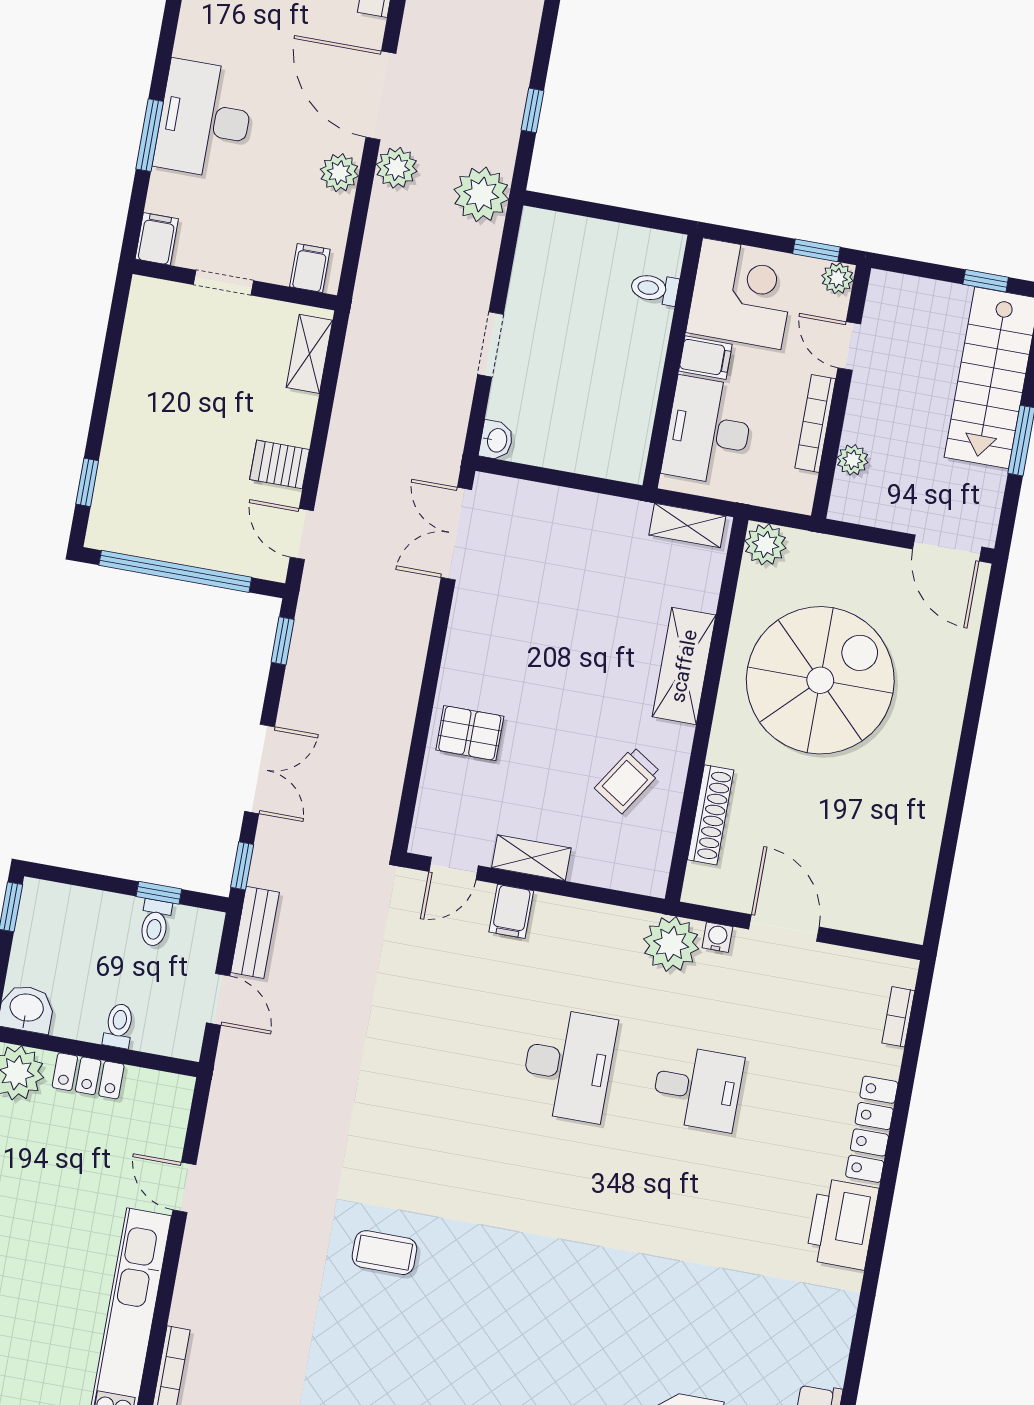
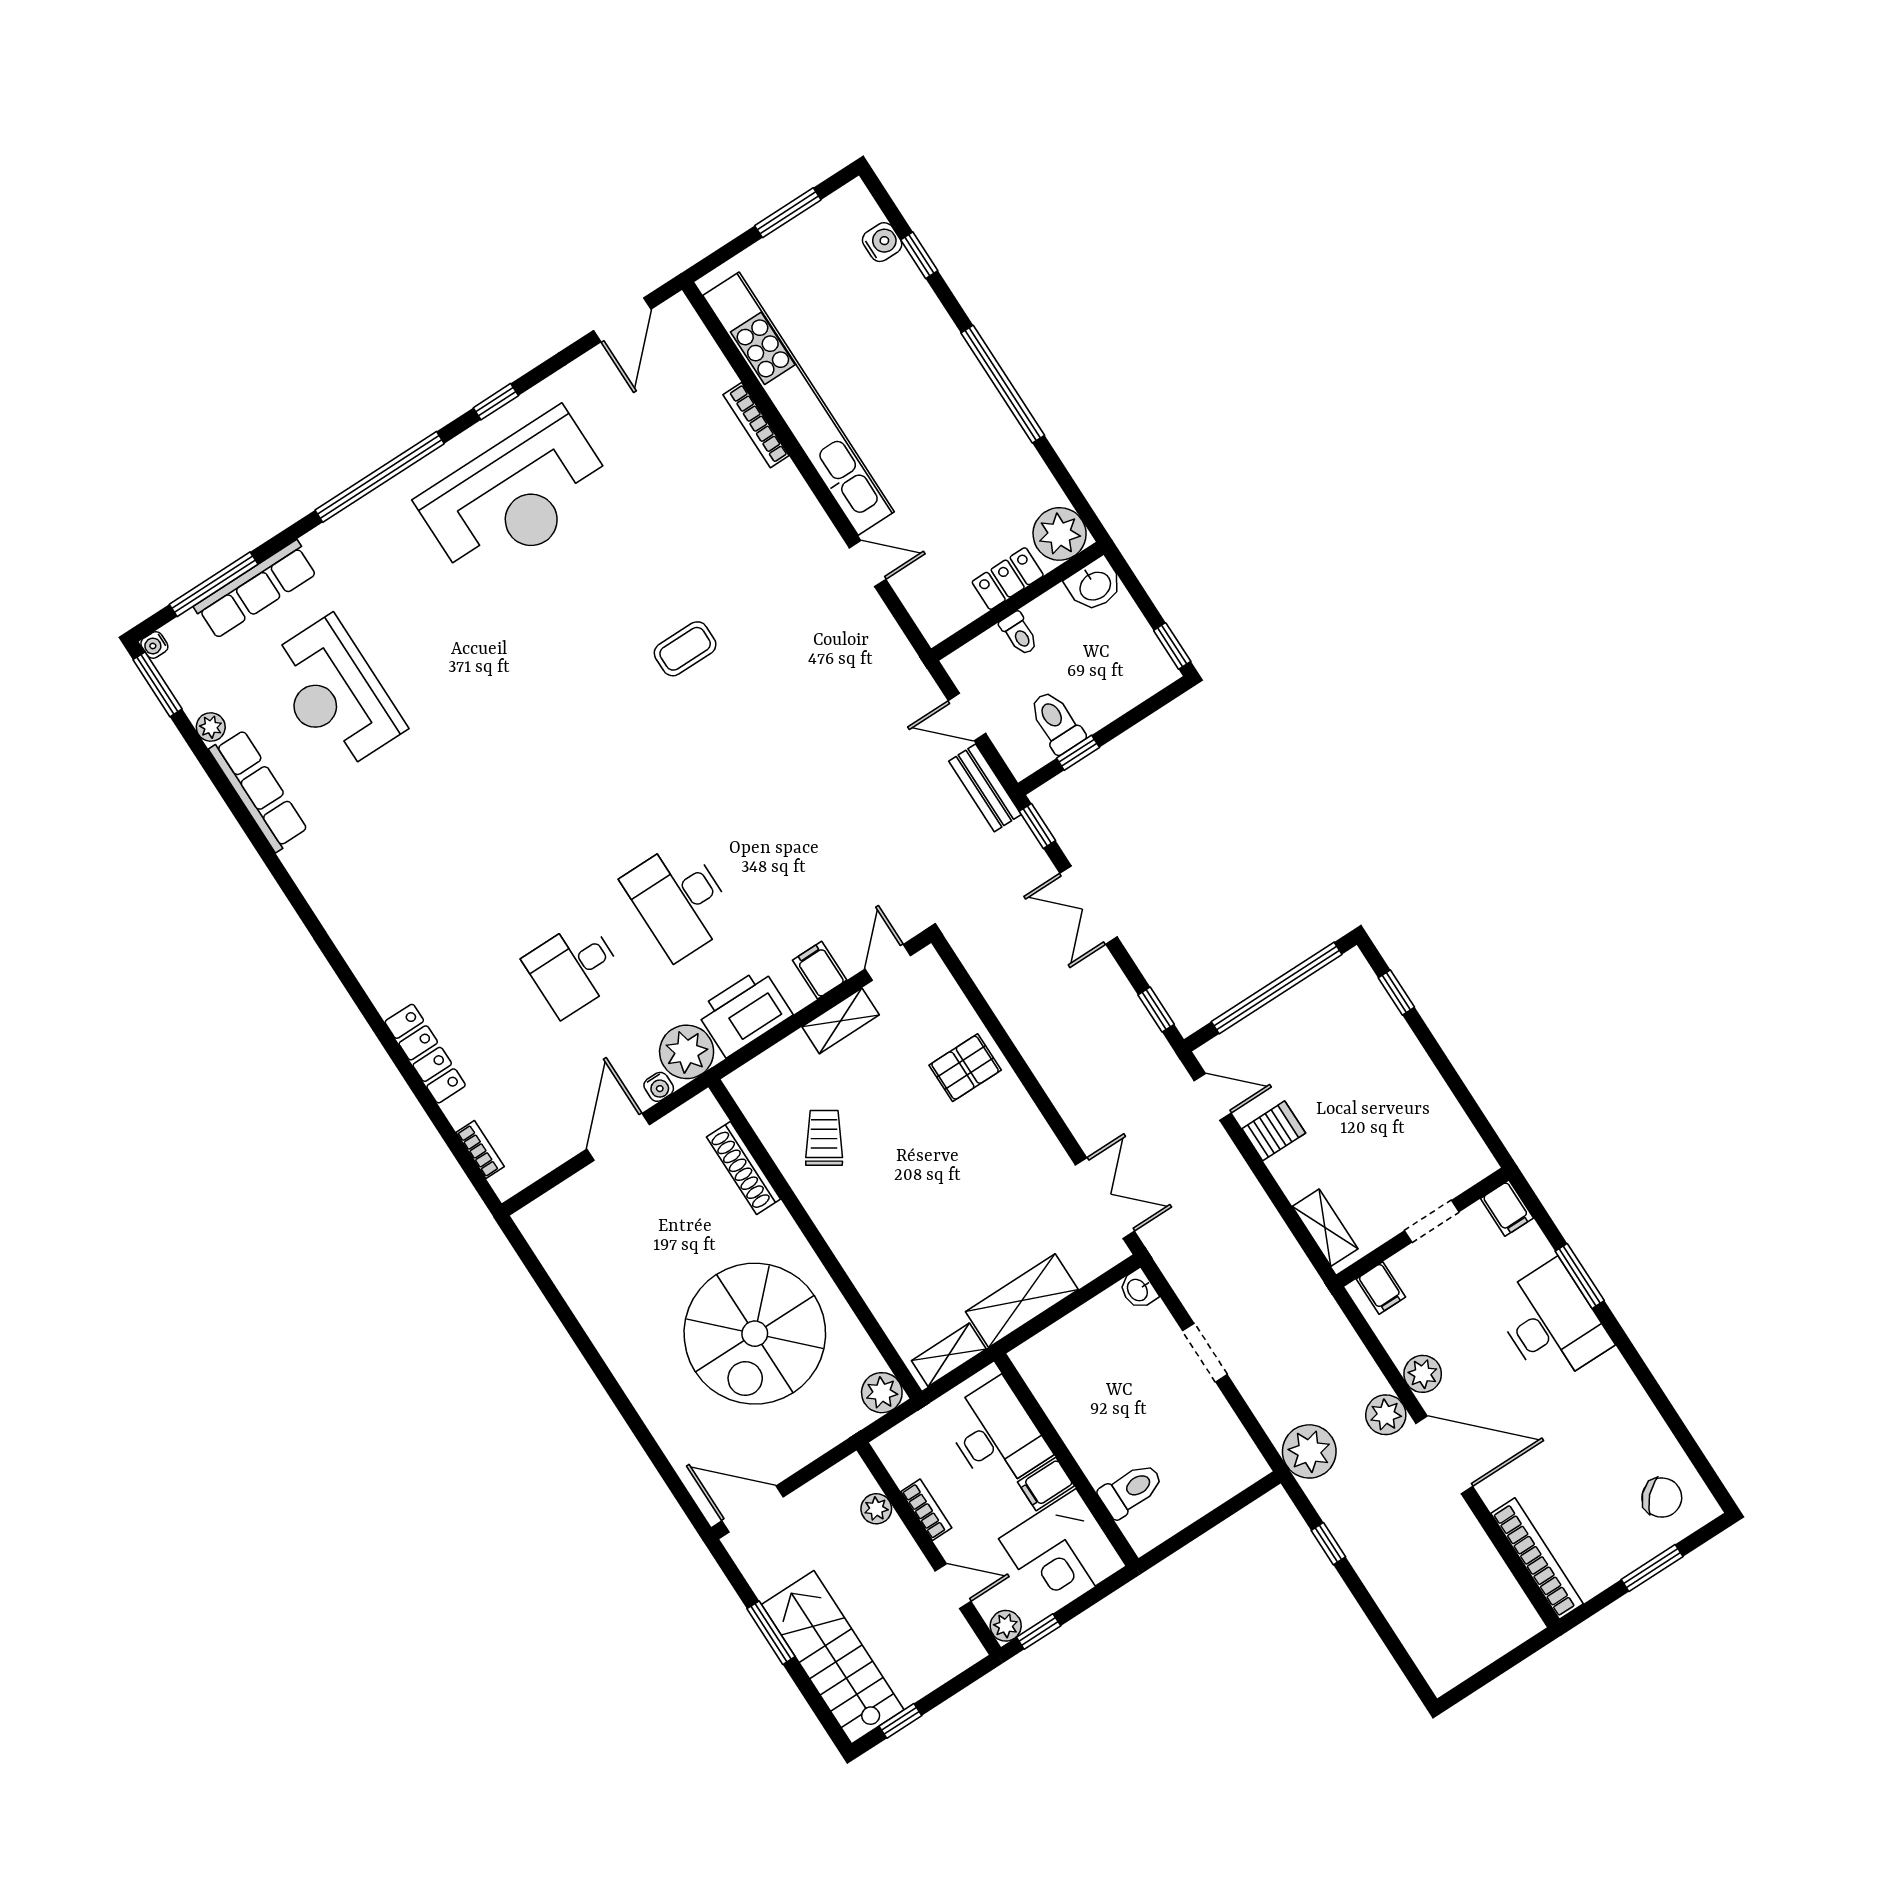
toilet: (655, 289) -> (1131, 1490), width x1.37, depth x1.39
bookcase: (815, 423) -> (926, 1510), width x0.64
shelving: (684, 666) -> (1022, 1301), moved, turned 90
toilet: (155, 923) -> (1056, 722), width x1.37, depth x1.39
door: (784, 928) -> (618, 1137), swing flipped
printer: (842, 1224) -> (744, 1012), moved, turned -90

